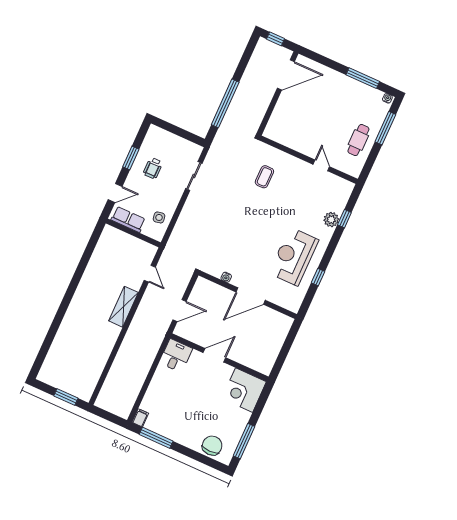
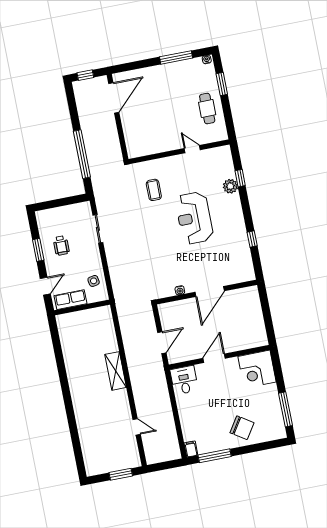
window: (385, 128) -> (222, 84), width x0.69
reception desk: (294, 257) -> (194, 218), moved
door: (150, 274) -> (137, 427), moved
chair: (212, 446) -> (242, 428), moved, turned 123

